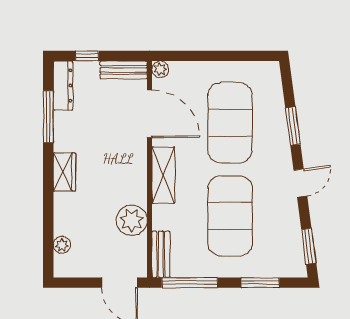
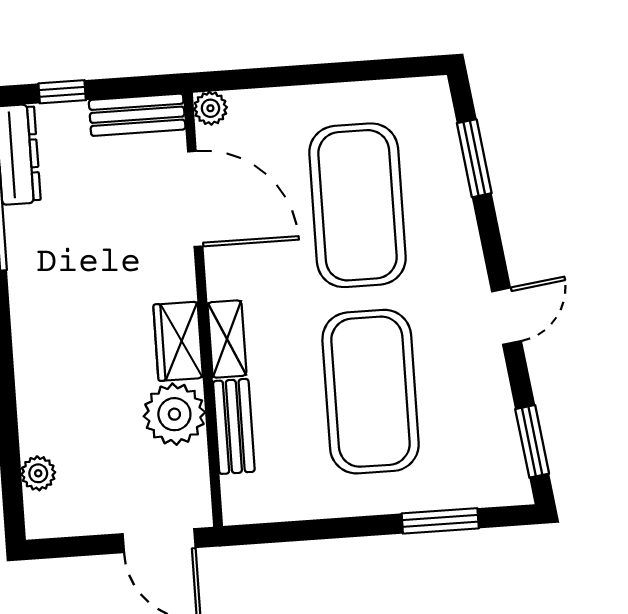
window: (293, 126) -> (474, 158), moved
wardrobe: (64, 172) -> (178, 341), moved, turned 180
shelving: (163, 175) -> (227, 339), width x0.67, depth x0.75
bench: (161, 254) -> (234, 426), moved
window: (190, 283) -> (299, 531), removed

